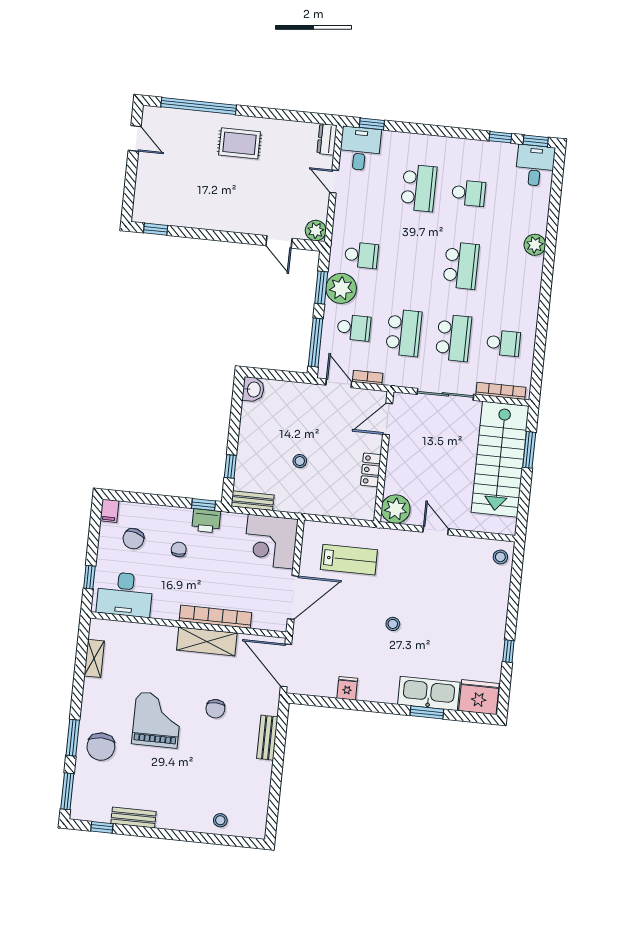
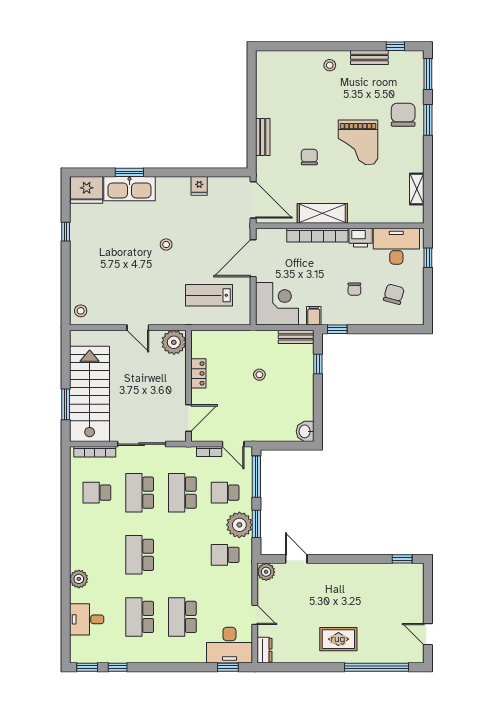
desk: (360, 149) -> (229, 645), width x1.37
desk: (535, 166) -> (87, 619), moved, turned 90
school desk: (469, 193) -> (140, 617), width x1.85
filing cabinet: (109, 511) -> (314, 316), moved
printer: (206, 521) -> (361, 238), moved, turned 180
stool: (220, 820) -> (330, 65), moved

